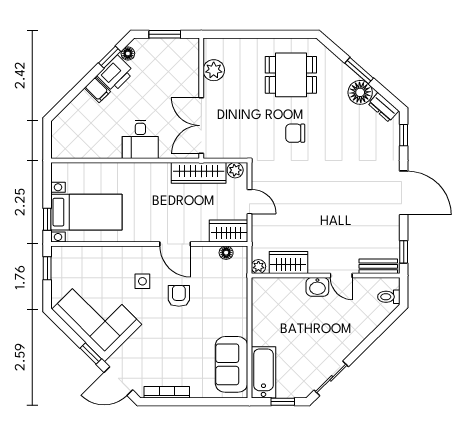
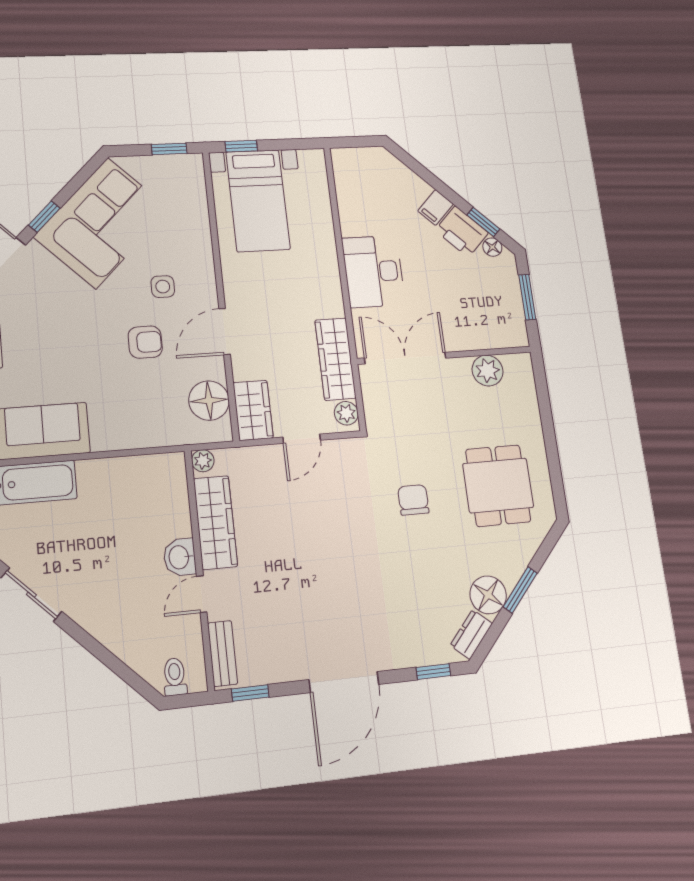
desk: (140, 139) -> (374, 271), width x1.37
floor lamp: (226, 253) -> (209, 401), width x1.89, depth x1.89
wardrobe: (288, 263) -> (215, 522), width x1.50

